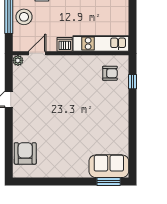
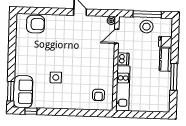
door: (37, 53) -> (117, 36), swing flipped
window: (132, 82) -> (31, 111), moved
side table: (90, 126) -> (56, 77), added

